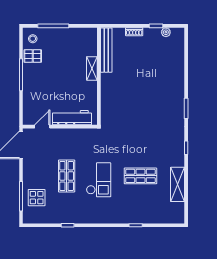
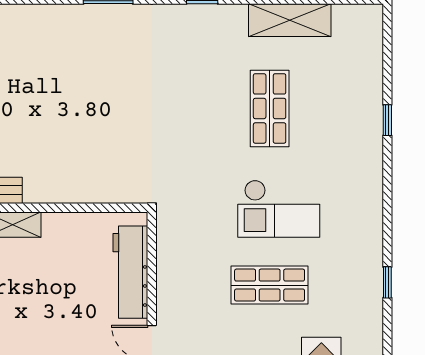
checkout: (99, 180) -> (279, 209), turned 180

